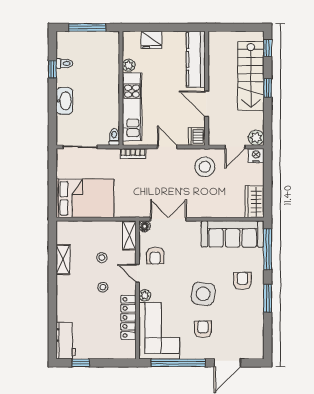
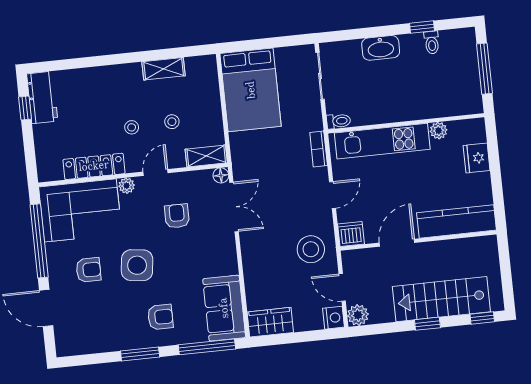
sofa: (233, 234) -> (224, 308), width x0.73
armchair: (155, 256) -> (177, 216), moved, turned 90
workbench: (66, 340) -> (42, 98), moved, turned -90

